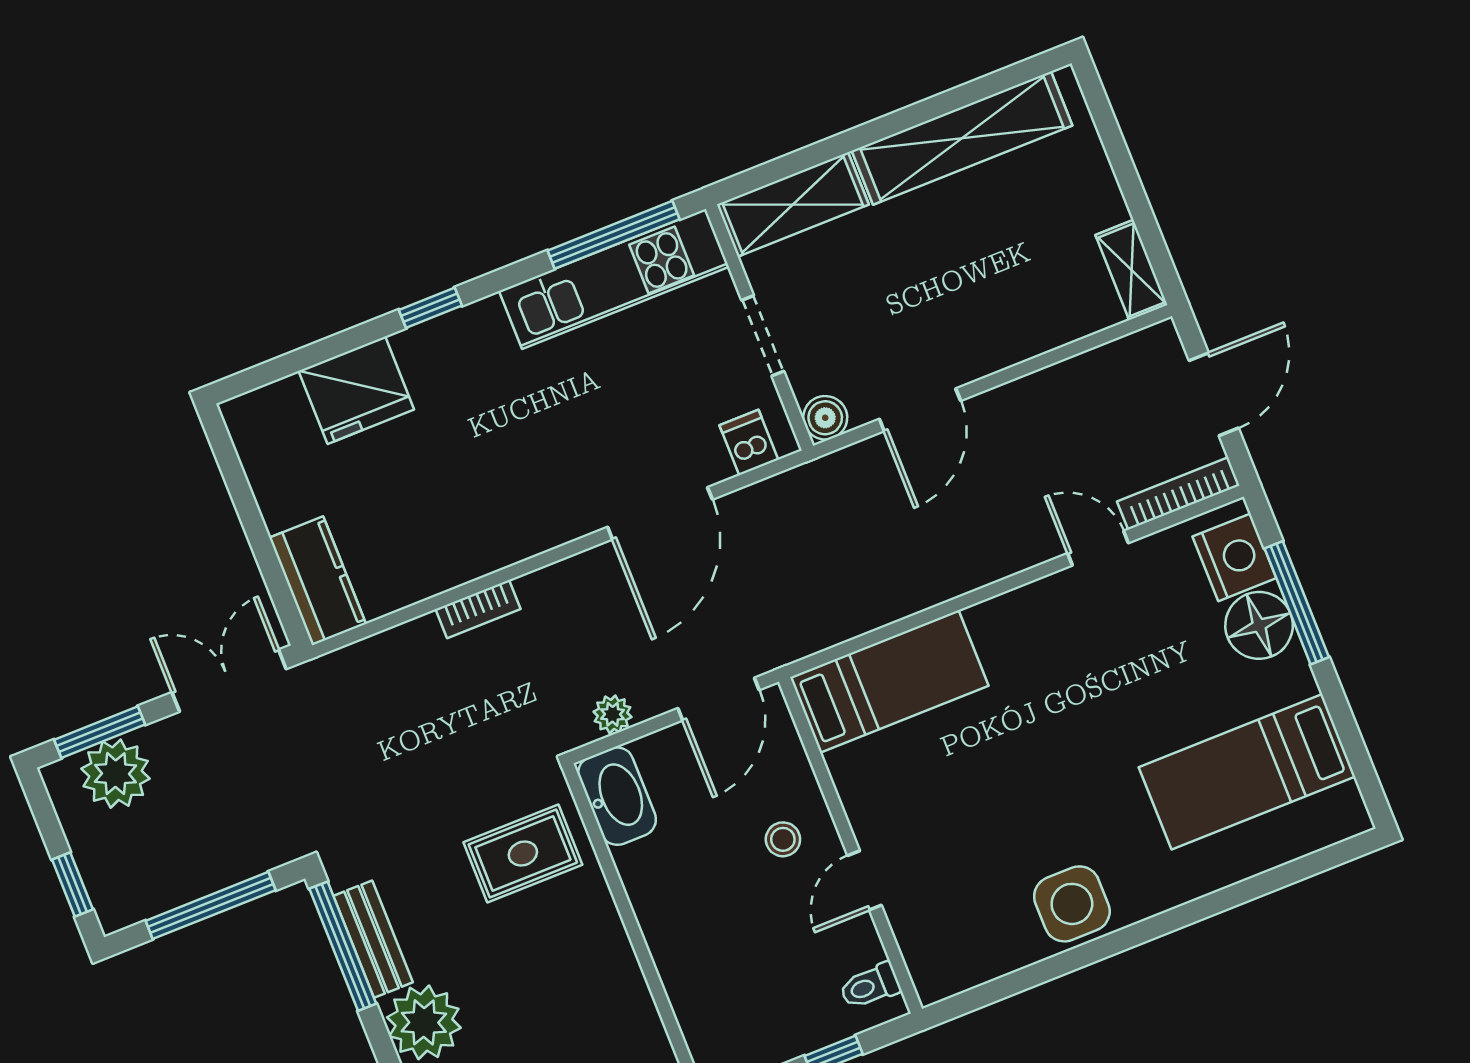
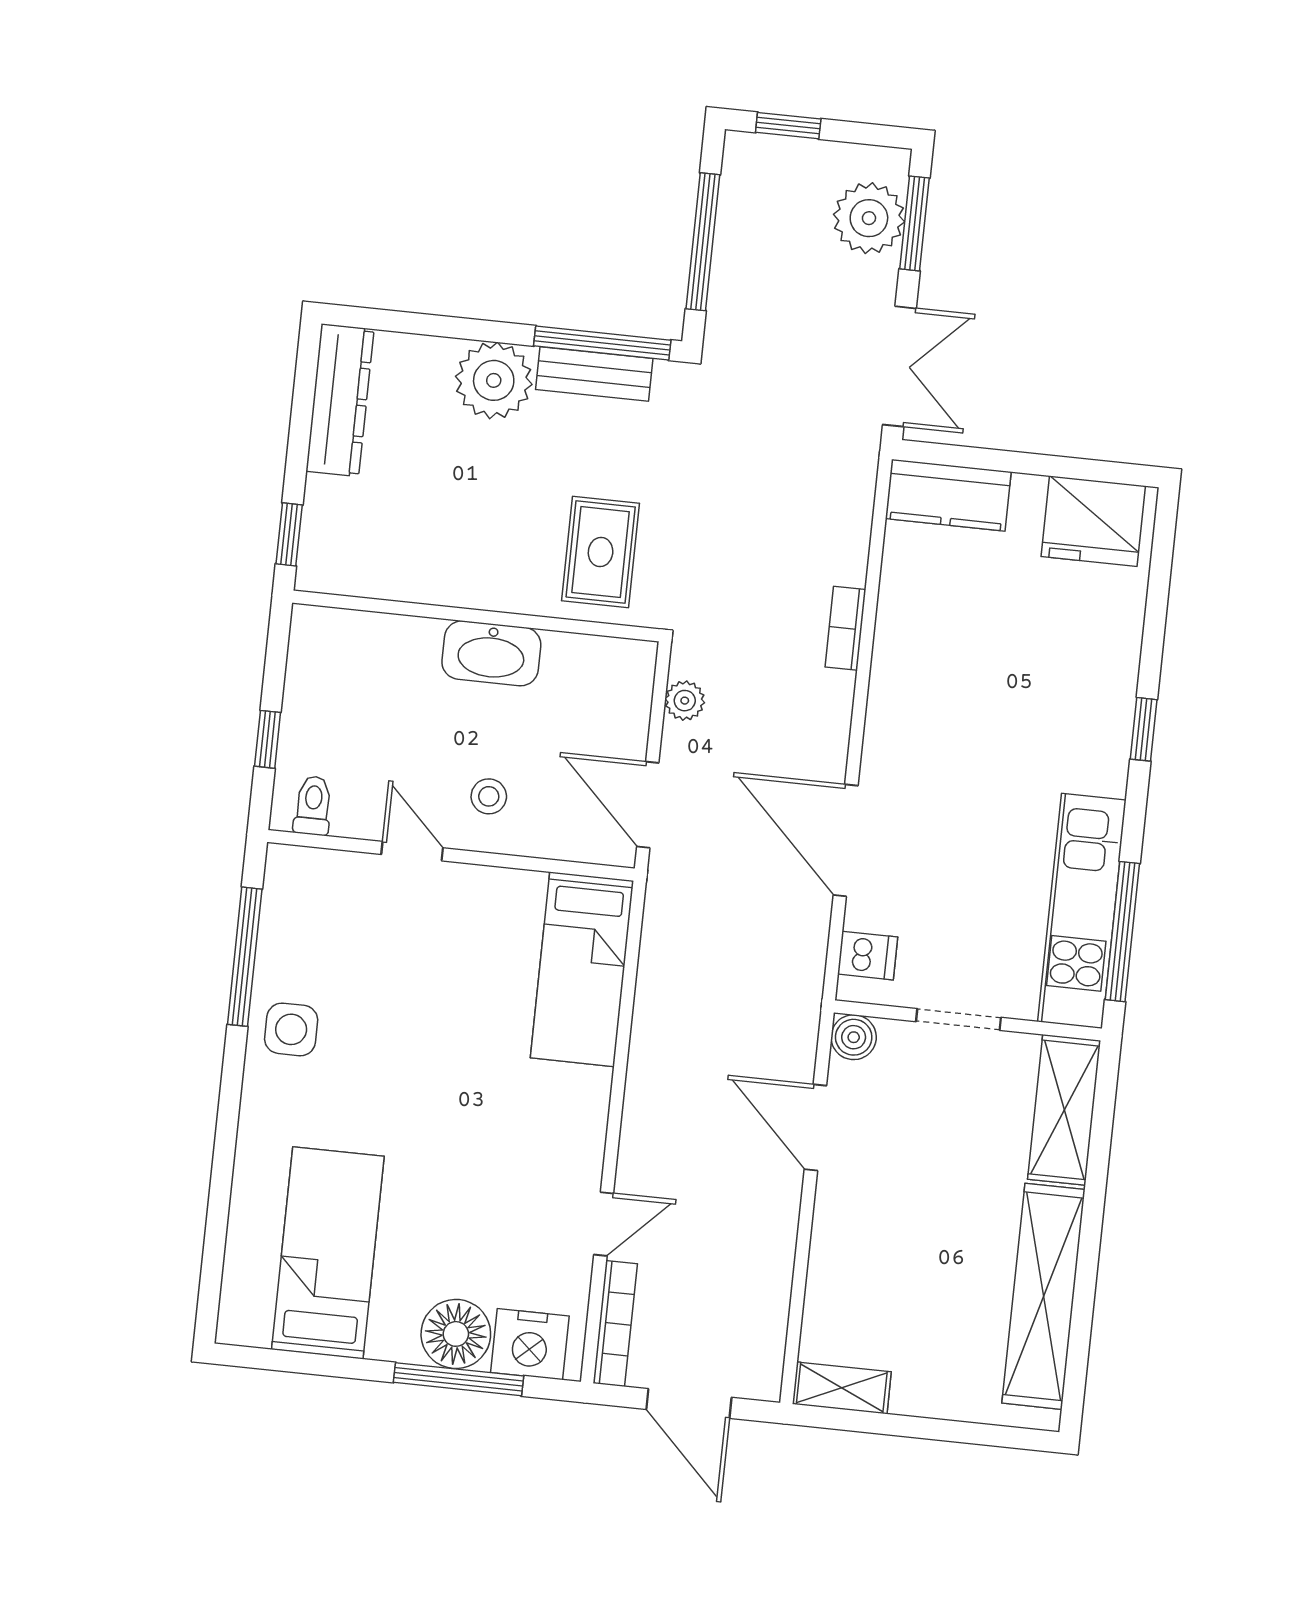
fridge: (356, 390) -> (1093, 521), moved, turned -90
washbasin: (617, 796) -> (491, 653), moved
side table: (1072, 904) -> (291, 1029), width x0.73, depth x0.73
window: (1030, 976) -> (245, 957), added

